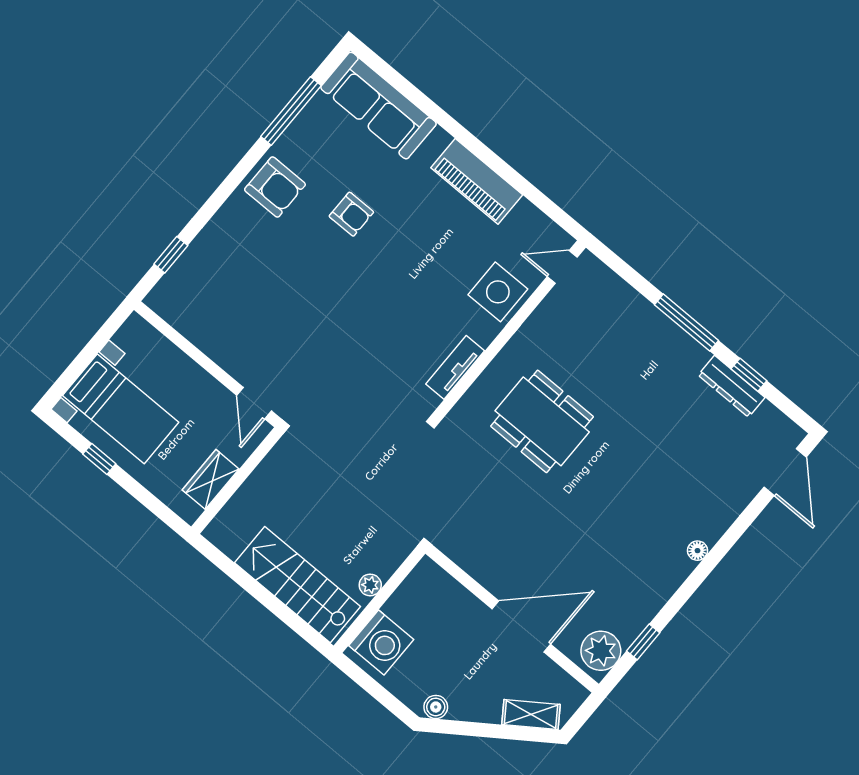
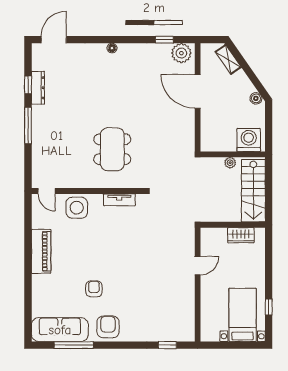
sofa: (378, 106) -> (60, 330), moved, turned -90
wardrobe: (211, 479) -> (241, 235), moved
wall: (237, 480) -> (233, 225), moved

